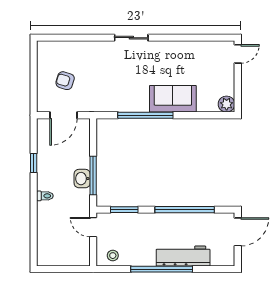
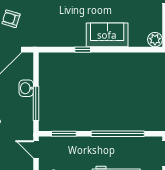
window: (145, 115) -> (83, 50), width x0.32
washbasin: (82, 179) -> (26, 88), moved

